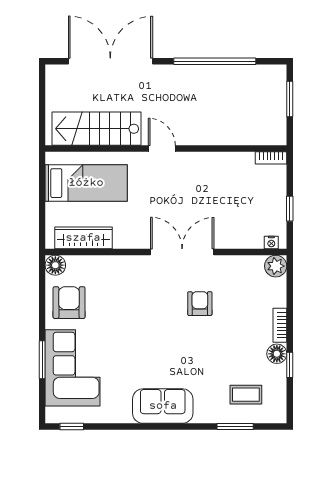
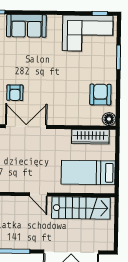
double door: (182, 252) -> (26, 127), swing flipped
armchair: (69, 303) -> (100, 95), turned 180
corner sofa: (73, 368) -> (88, 33), moved, turned -90
sofa: (163, 406) -> (26, 26), moved

